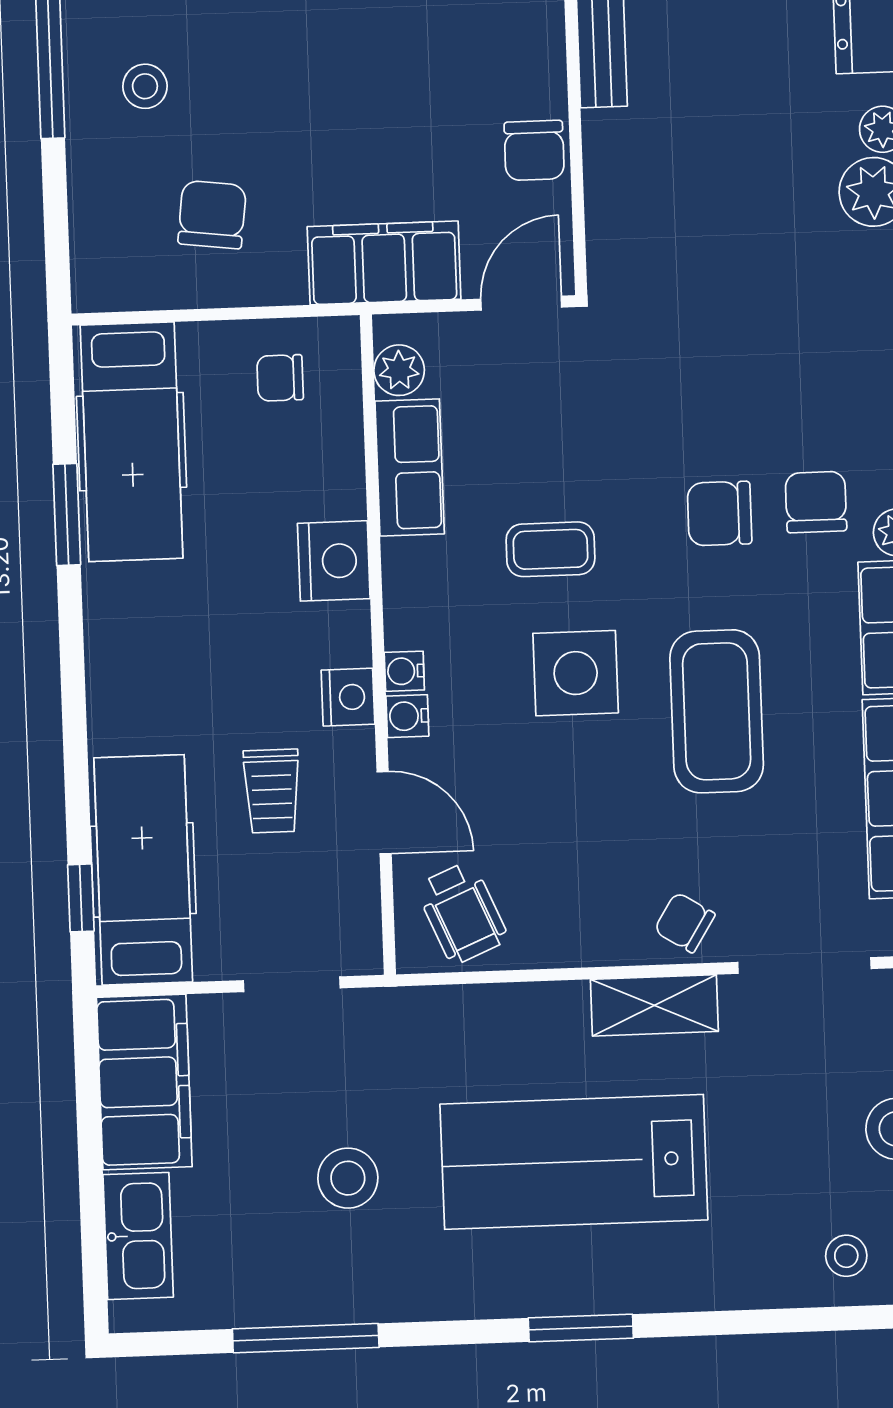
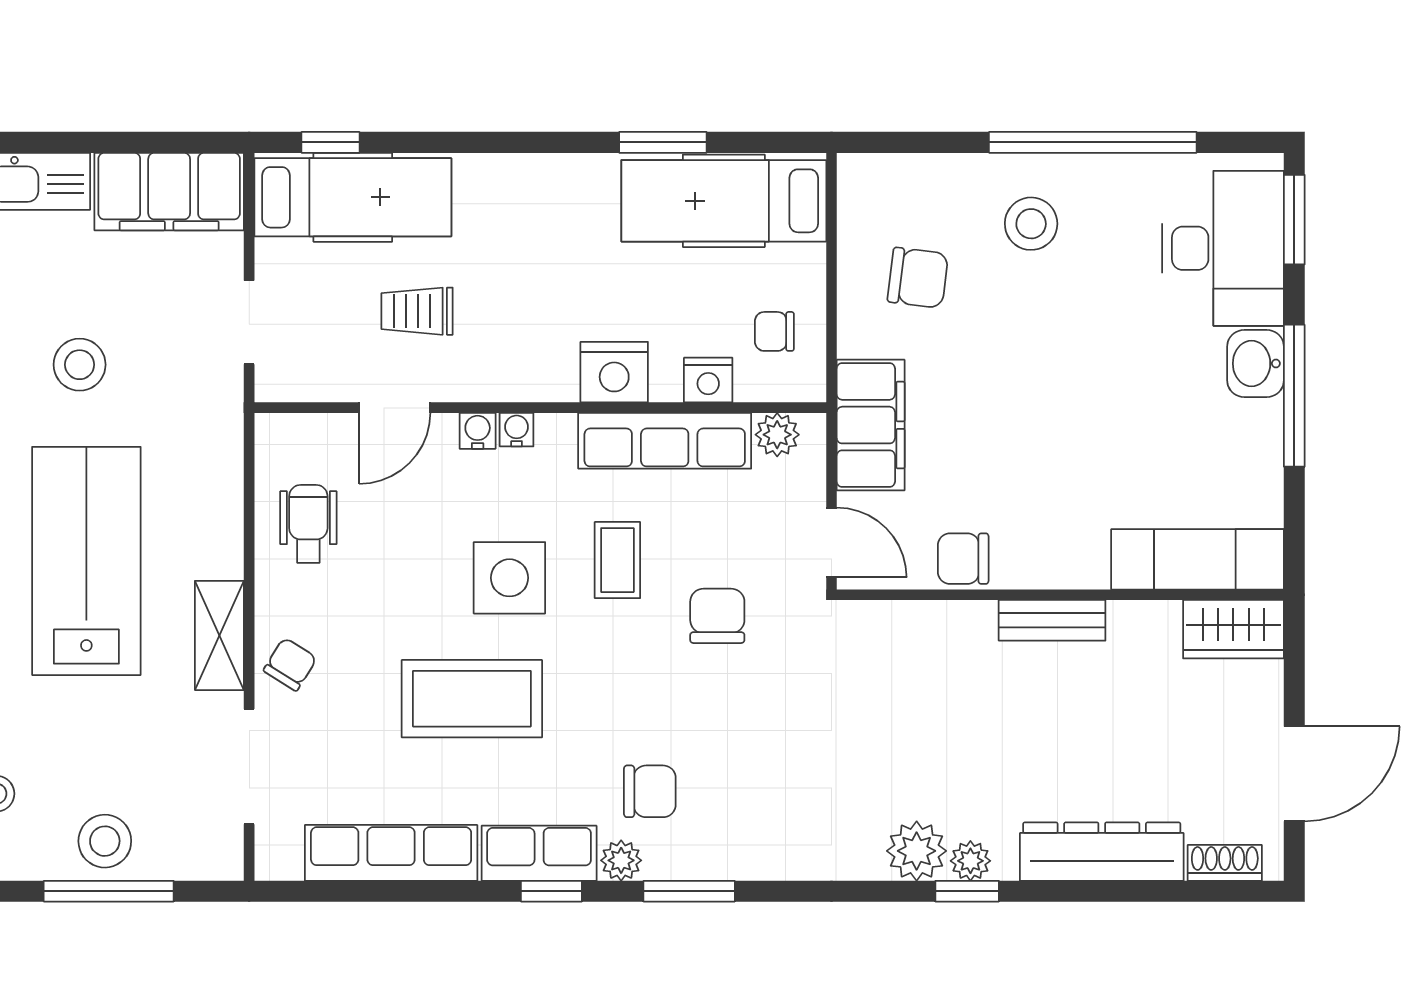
stool: (145, 86) -> (1031, 224), width x1.37, depth x1.37
chair: (280, 378) -> (774, 331), turned -90
row of seats: (410, 467) -> (665, 441), width x1.48
chair: (719, 514) -> (717, 616), moved
nightstand: (348, 697) -> (708, 380), moved
wheelchair: (462, 913) -> (308, 524), moved, turned 113

